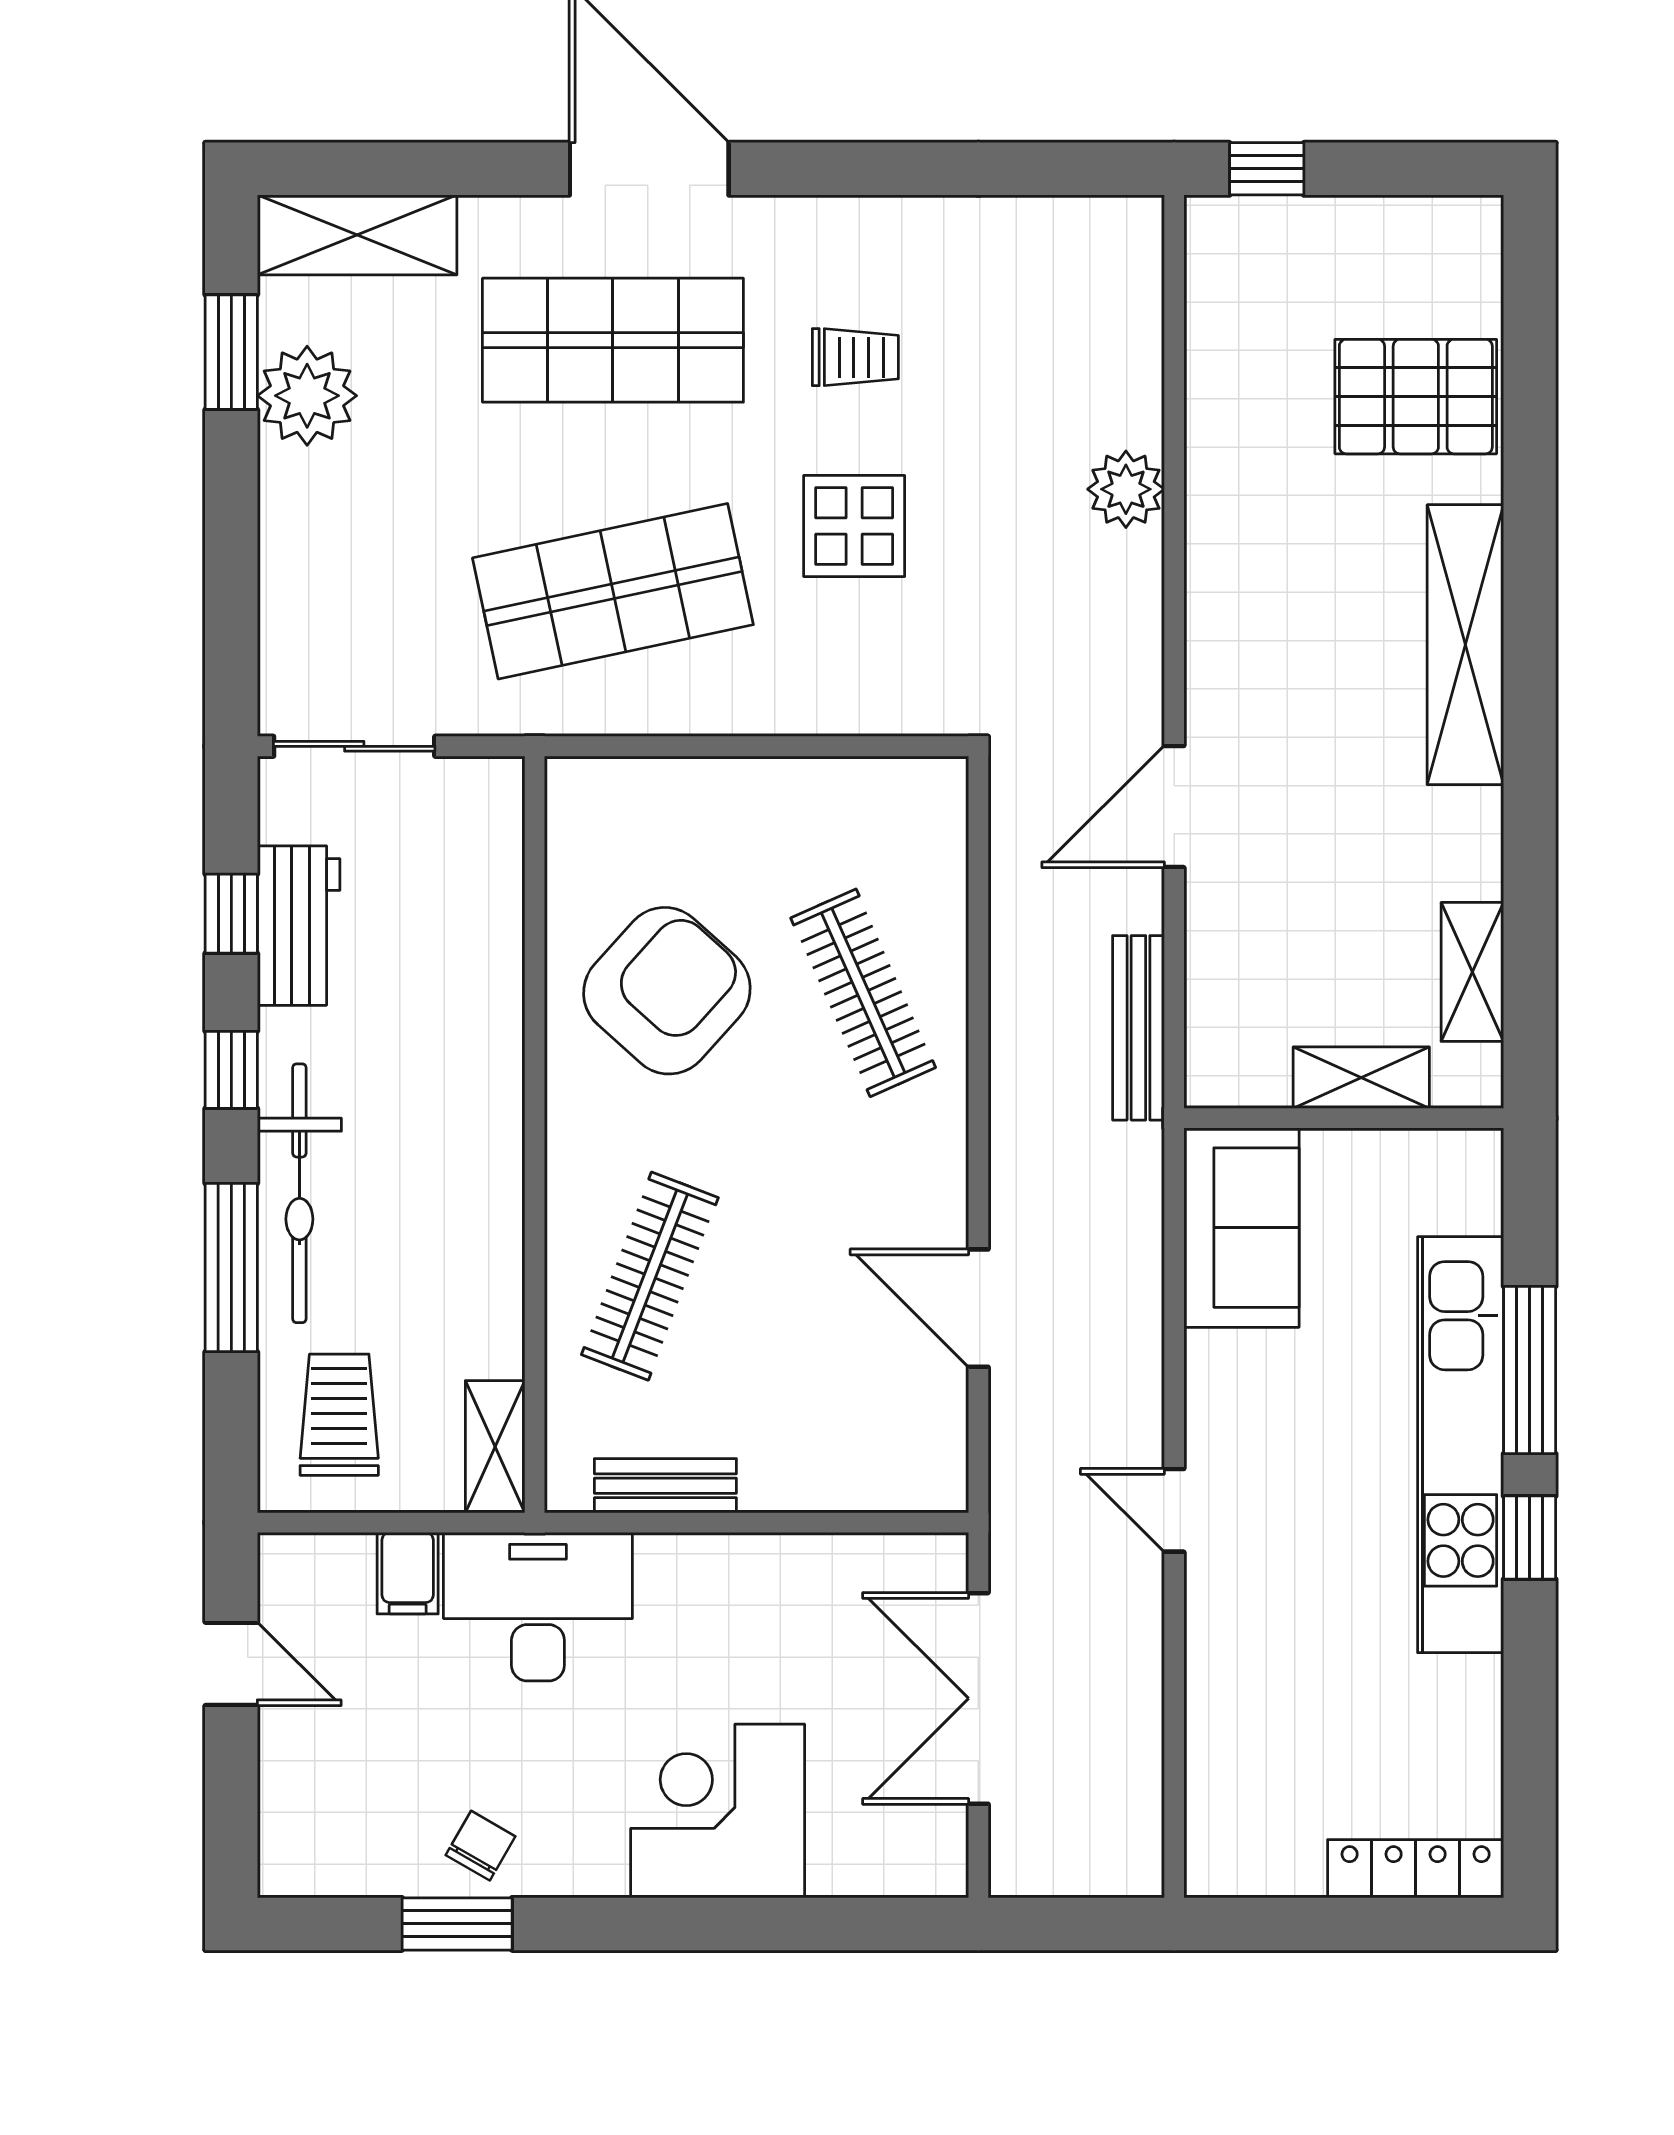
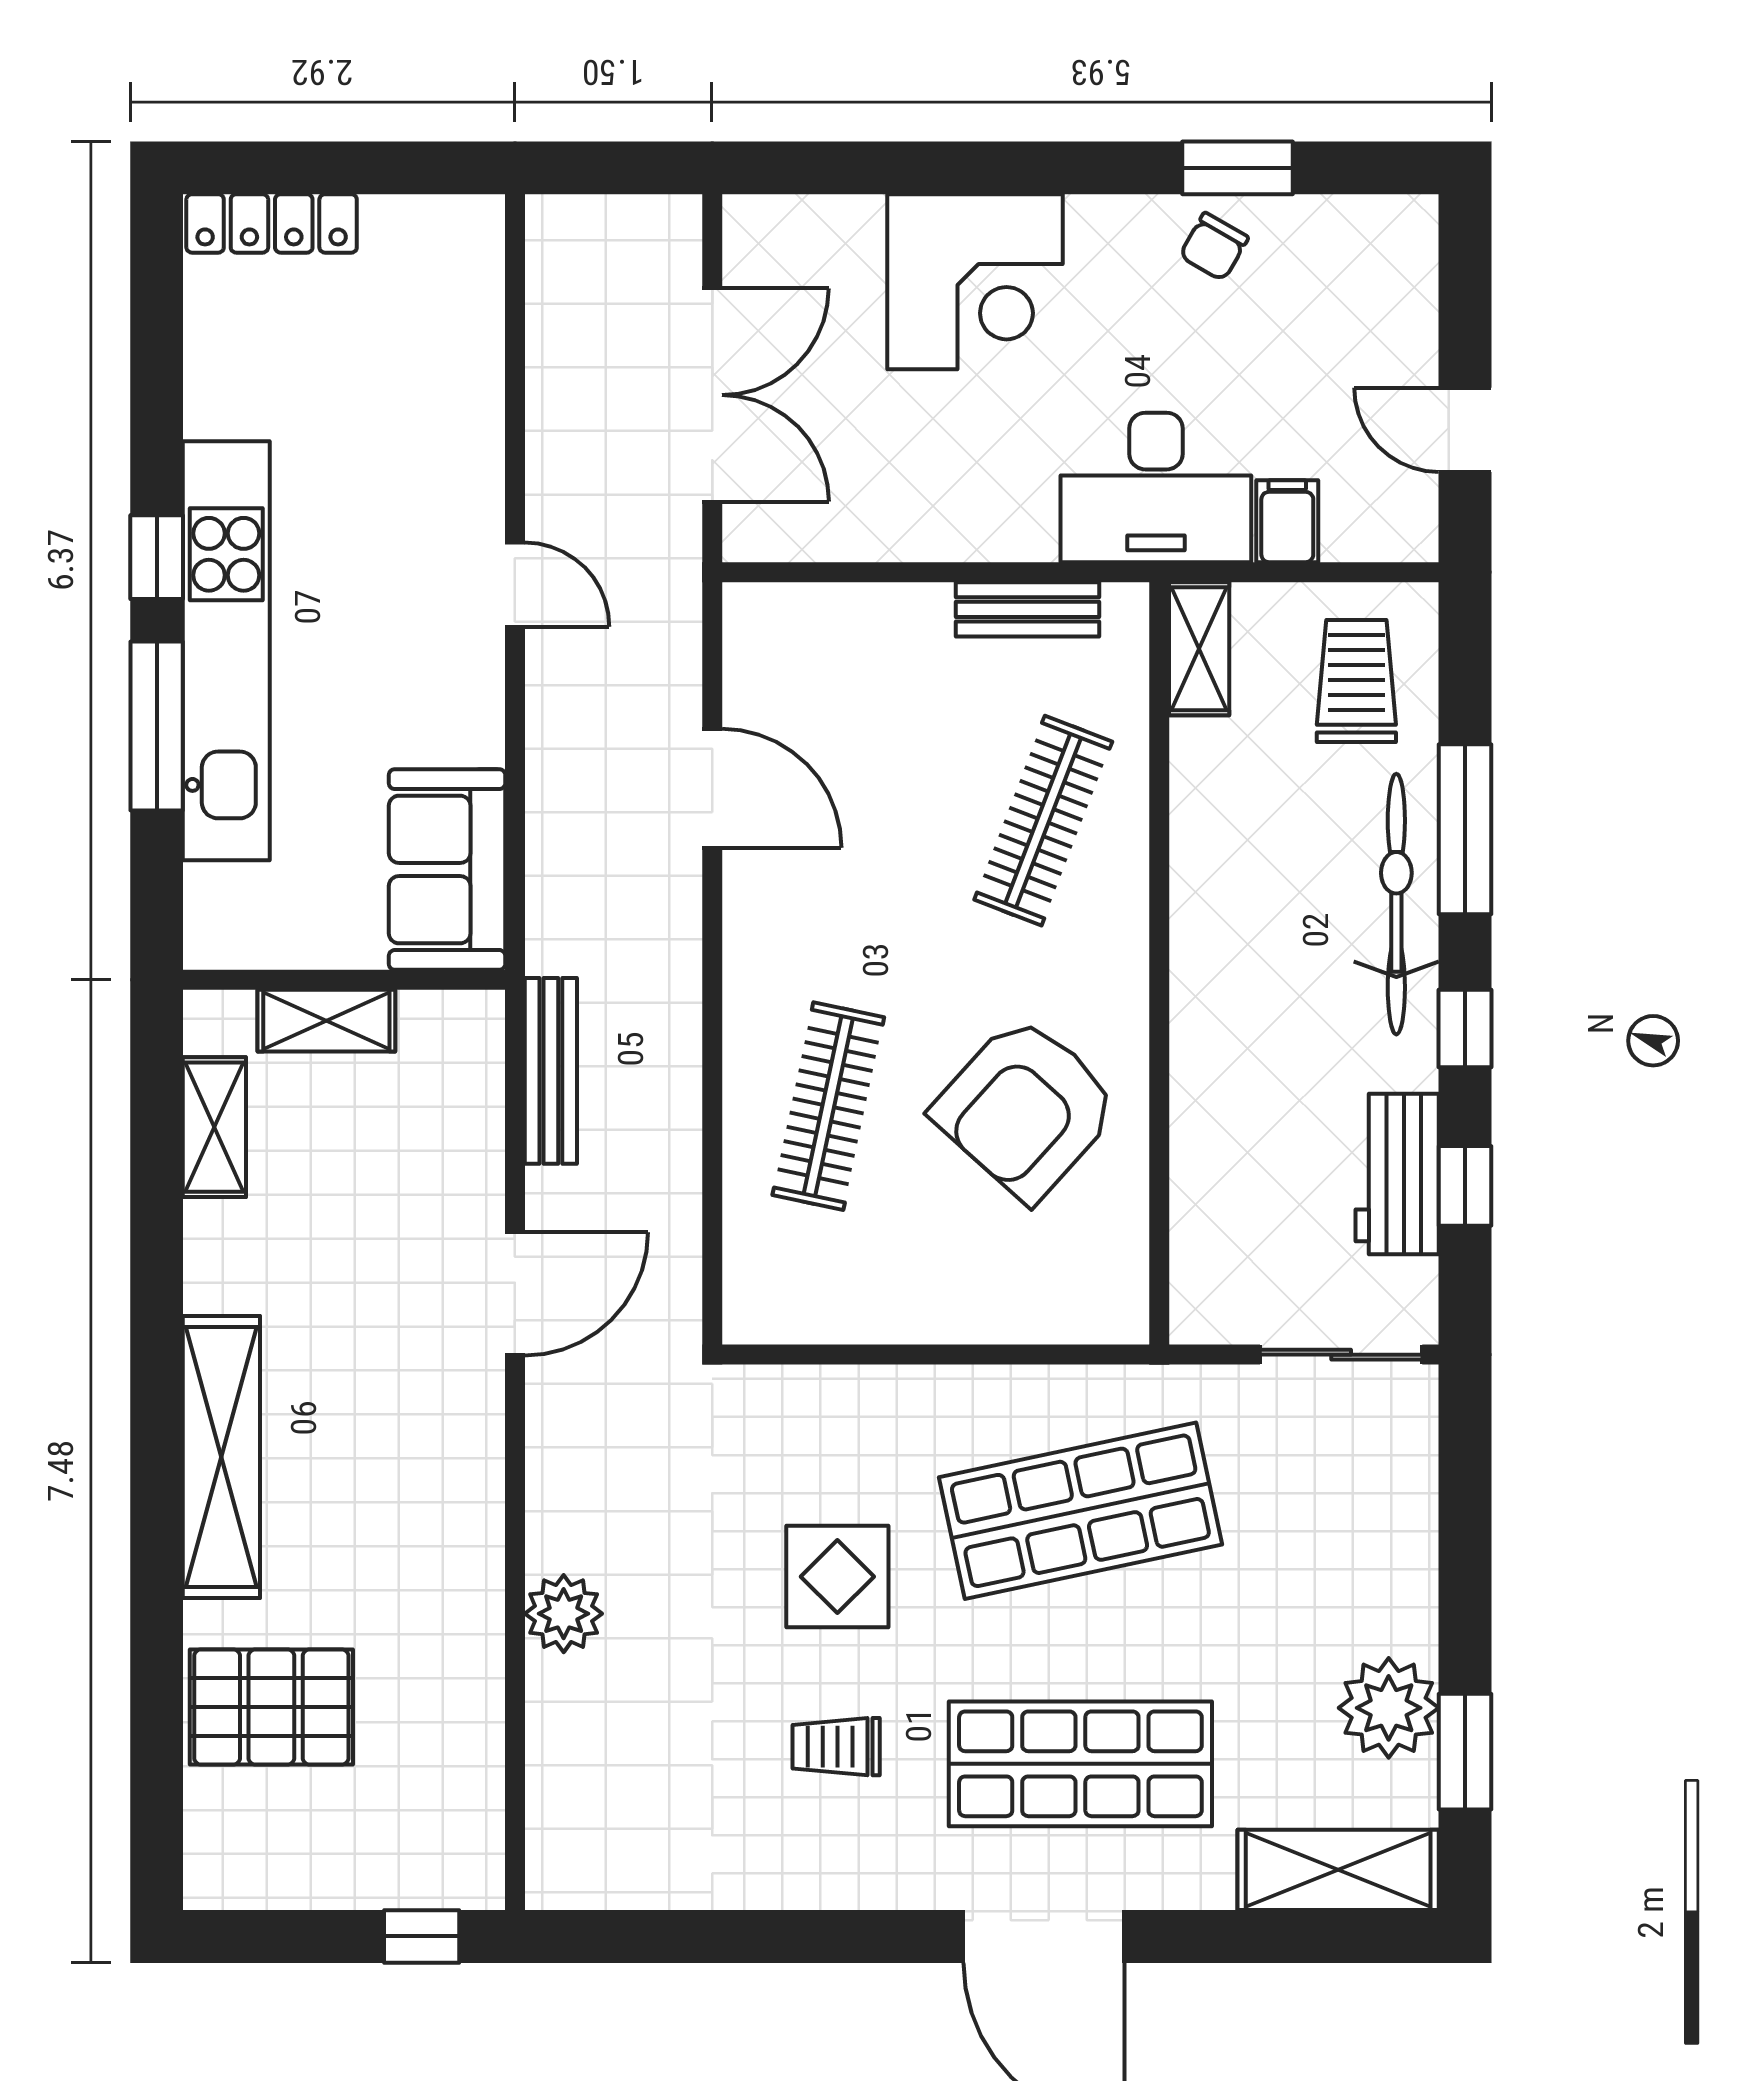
clothes rail: (863, 993) -> (828, 1106), turned 36
trolley: (339, 1415) -> (1356, 681), turned 180

